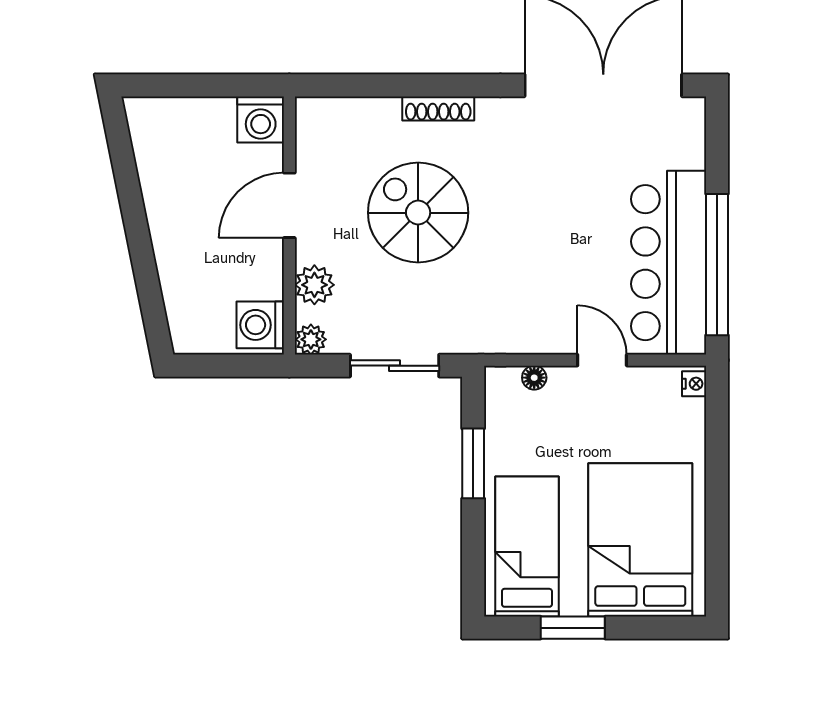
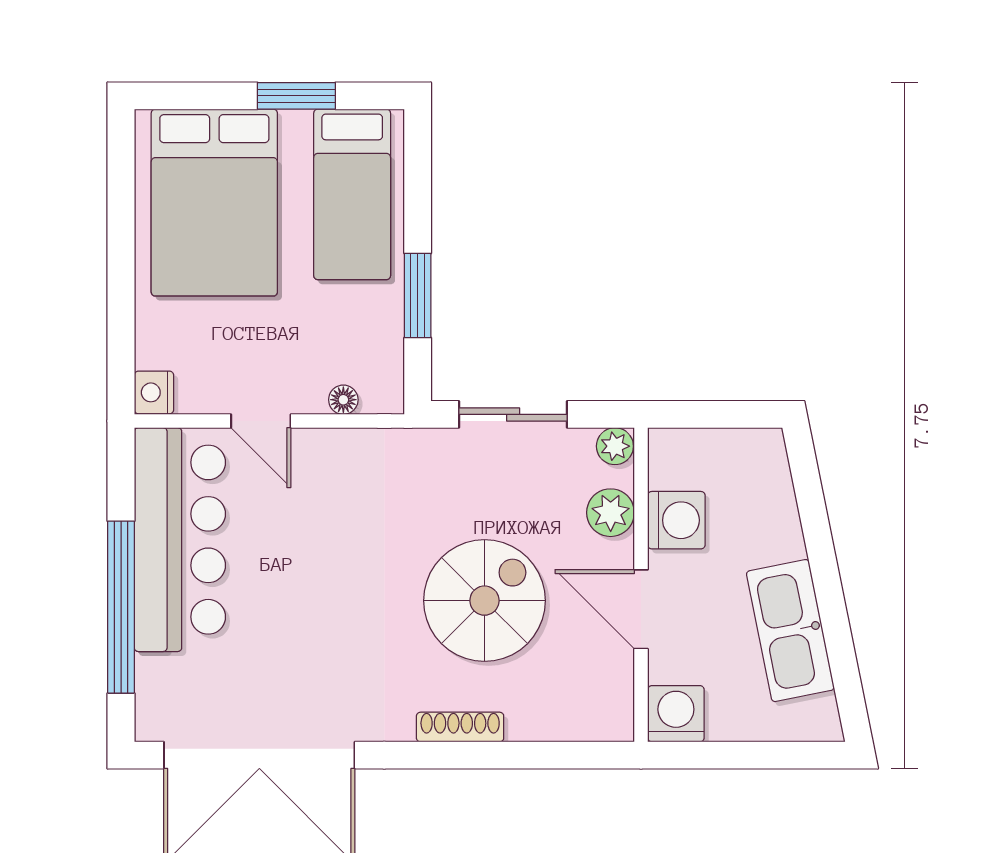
kitchen sink: (167, 188) -> (790, 631), added
door: (289, 205) -> (641, 609), swing flipped
spiral stairs: (418, 213) -> (484, 601), turned -90
window: (717, 265) -> (121, 607), moved
washing machine: (260, 325) -> (676, 520), moved
nightstand: (694, 384) -> (154, 392), width x1.39, depth x1.35

